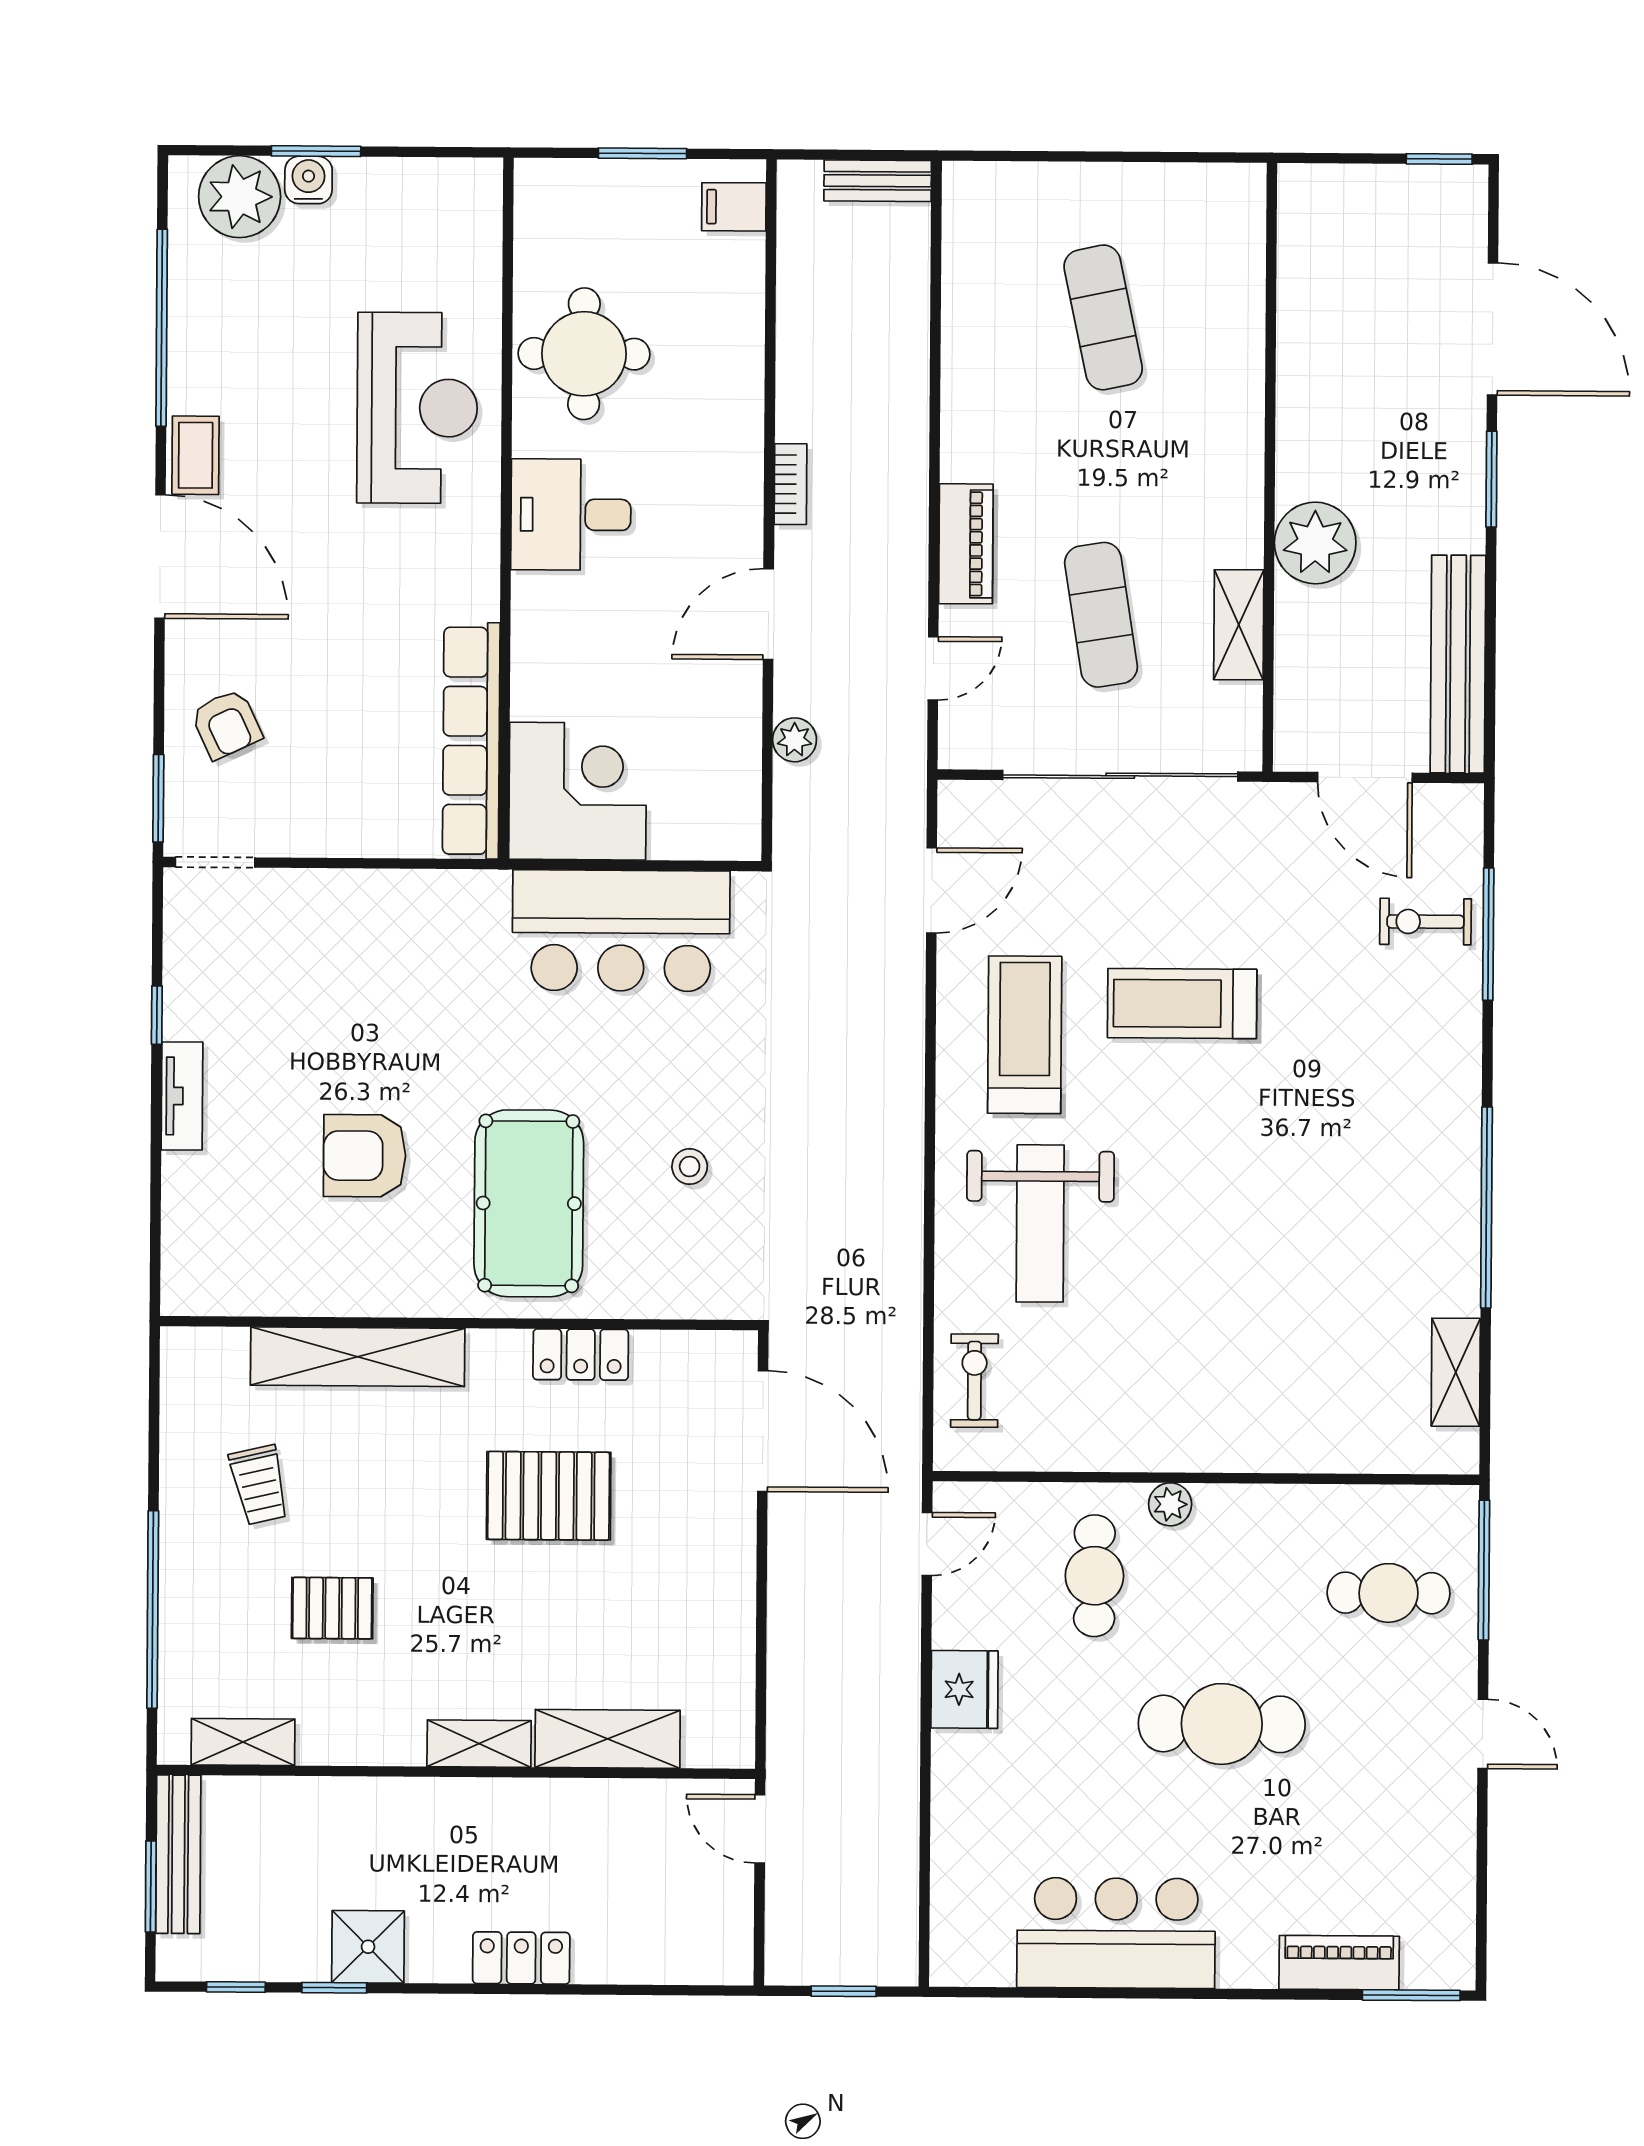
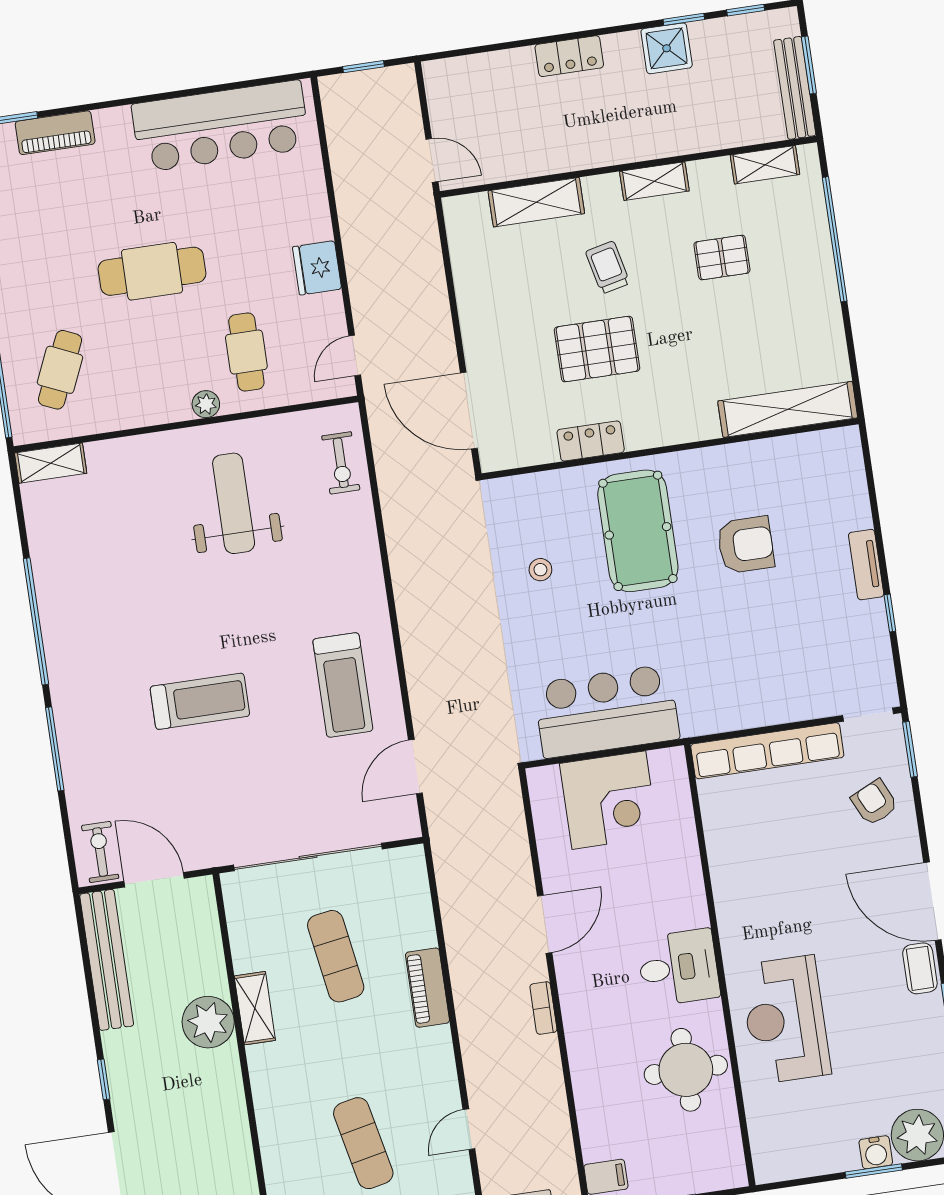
window: (1491, 479) -> (104, 1079), width x0.67
shelving: (1239, 625) -> (255, 1008), moved
door: (933, 668) -> (469, 1129), moved
plant: (795, 740) -> (516, 848), removed
row of seats: (471, 741) -> (767, 751), moved, turned 90
corner desk: (578, 791) -> (609, 800), moved, turned -90
exercise bike: (1426, 922) -> (100, 852), moved, turned -90
window: (1488, 934) -> (55, 749), moved
treadmill: (1182, 1004) -> (200, 701), moved
weight bench: (1040, 1223) -> (234, 503), moved
shelving: (358, 1357) -> (788, 409), moved
shelving: (1456, 1372) -> (51, 463), moved, turned 90
trolley: (259, 1485) -> (608, 267), moved
cafe table: (1389, 1593) -> (60, 370), turned -66
shelving: (479, 1744) -> (654, 181), moved
bar counter: (1116, 1933) -> (221, 126), width x1.36

